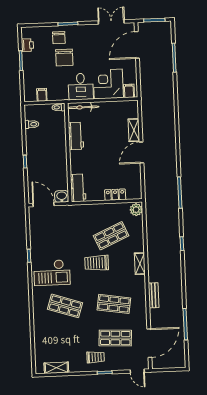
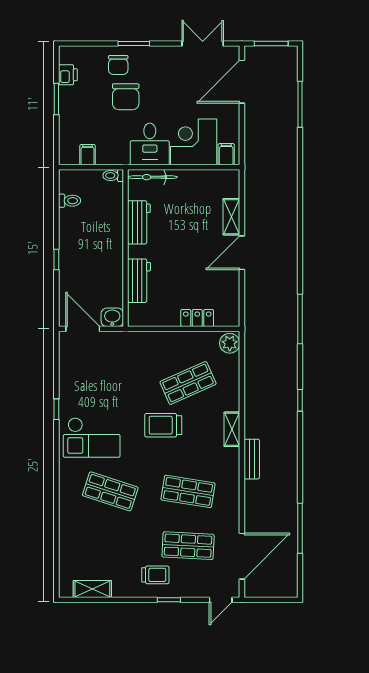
workbench: (78, 188) -> (139, 281), moved
bench: (154, 295) -> (252, 459), moved
door: (137, 371) -> (221, 600), hinge flipped

